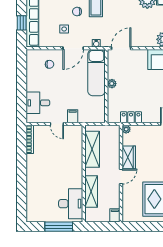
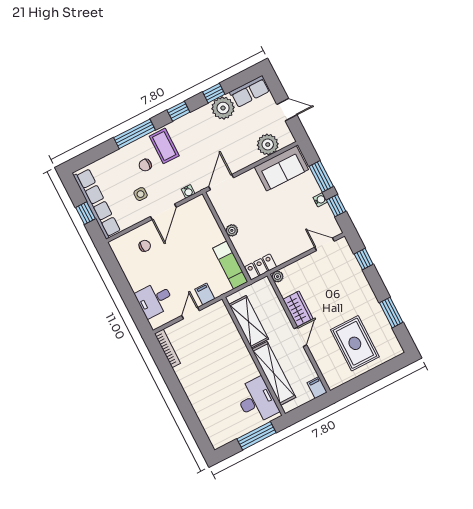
exam couch: (96, 73) -> (230, 265), moved, width x0.73, depth x0.69
locker: (131, 117) -> (261, 267), moved
door: (57, 124) -> (191, 313), swing flipped
shelving: (91, 191) -> (274, 373), width x1.47

